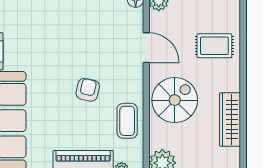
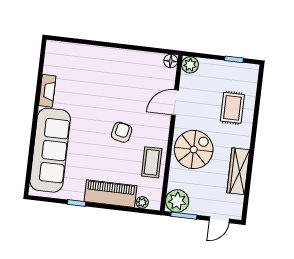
rug: (214, 46) -> (232, 108), turned 90
door: (146, 48) -> (175, 103), swing flipped

